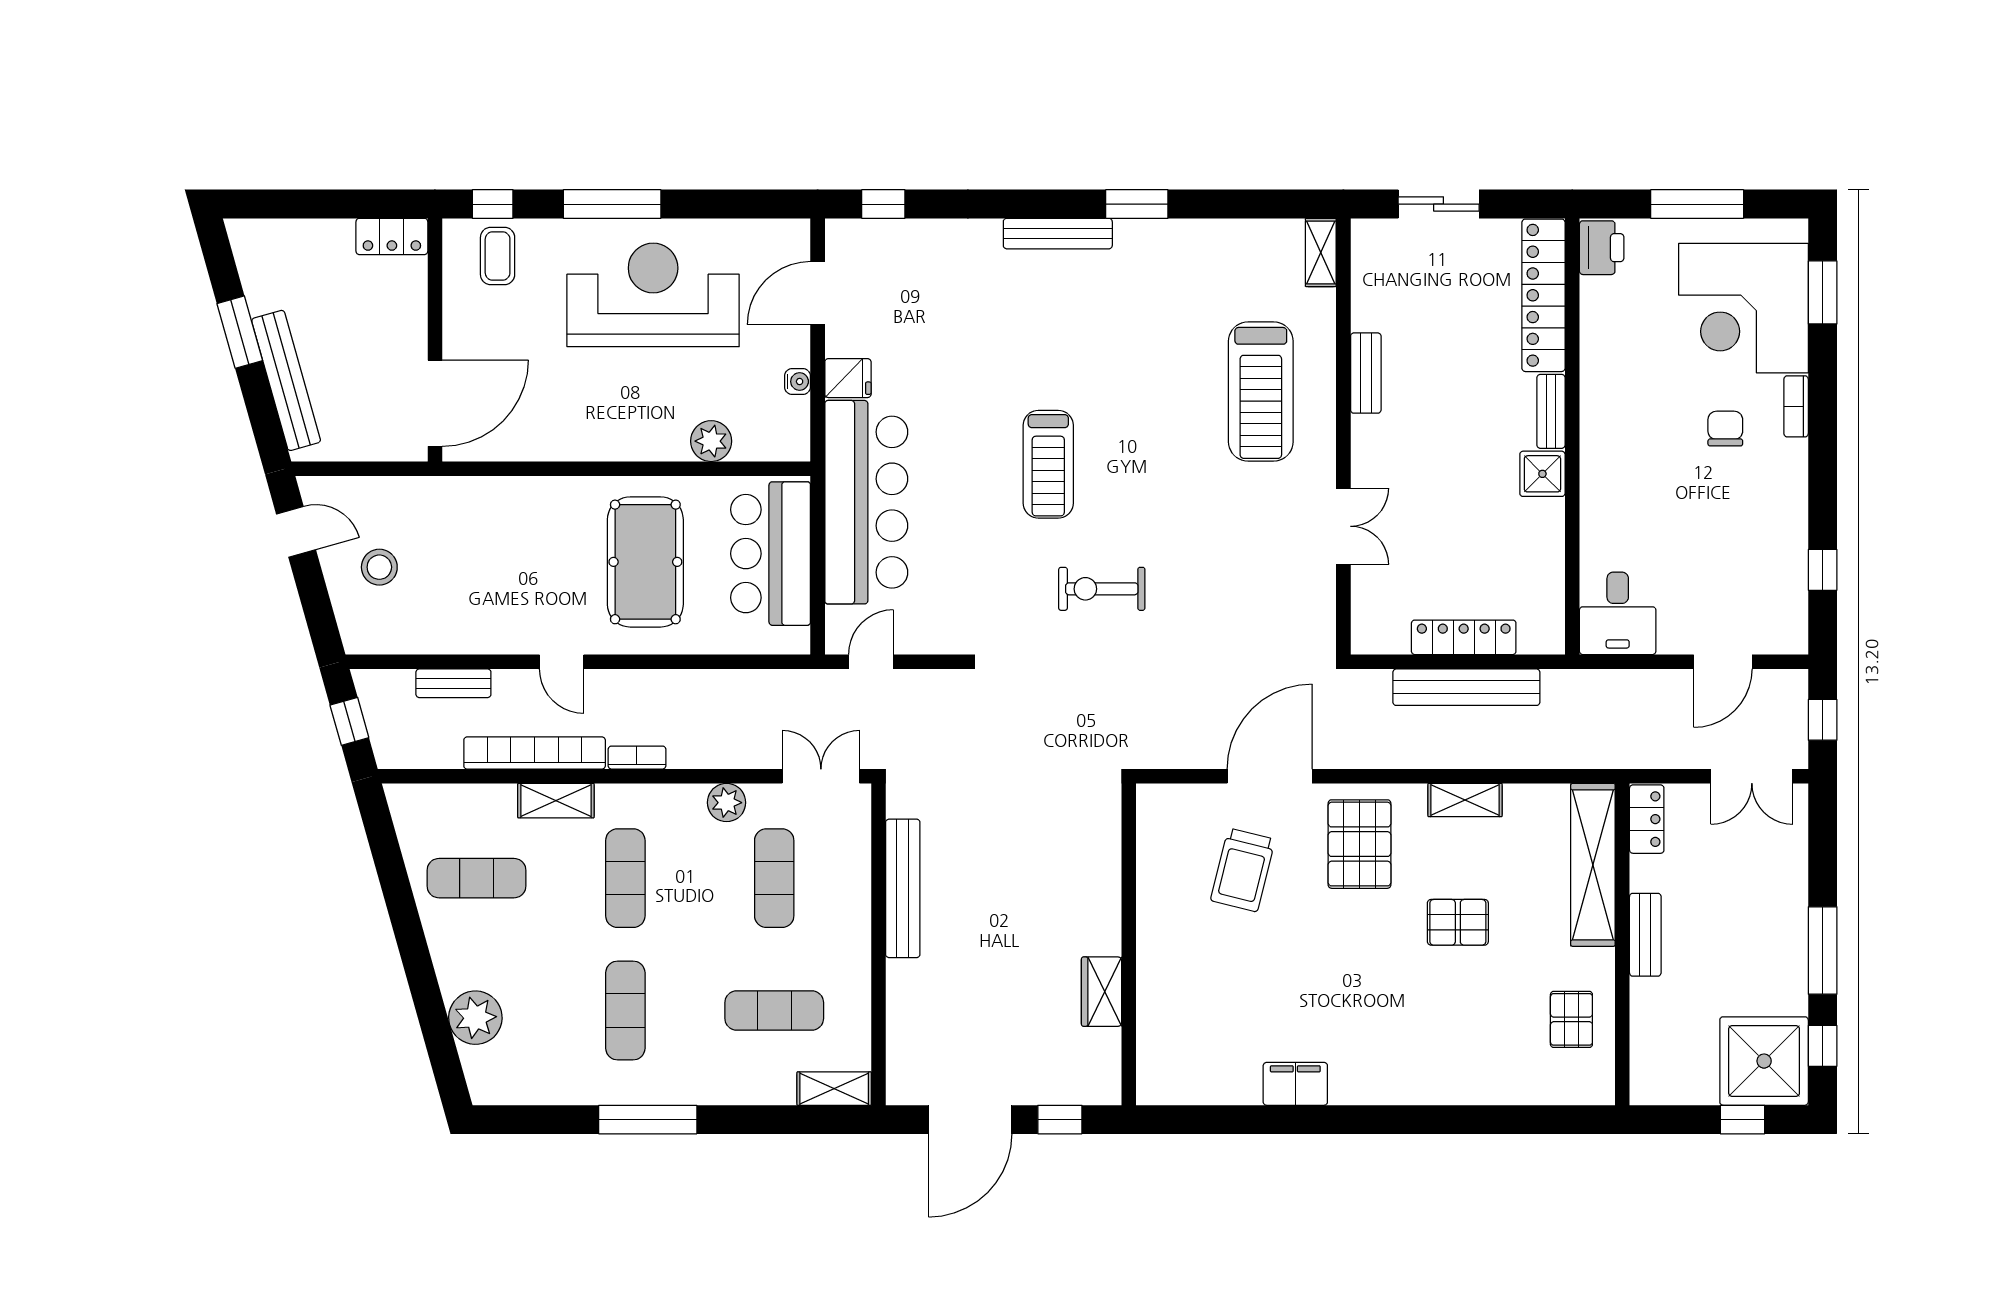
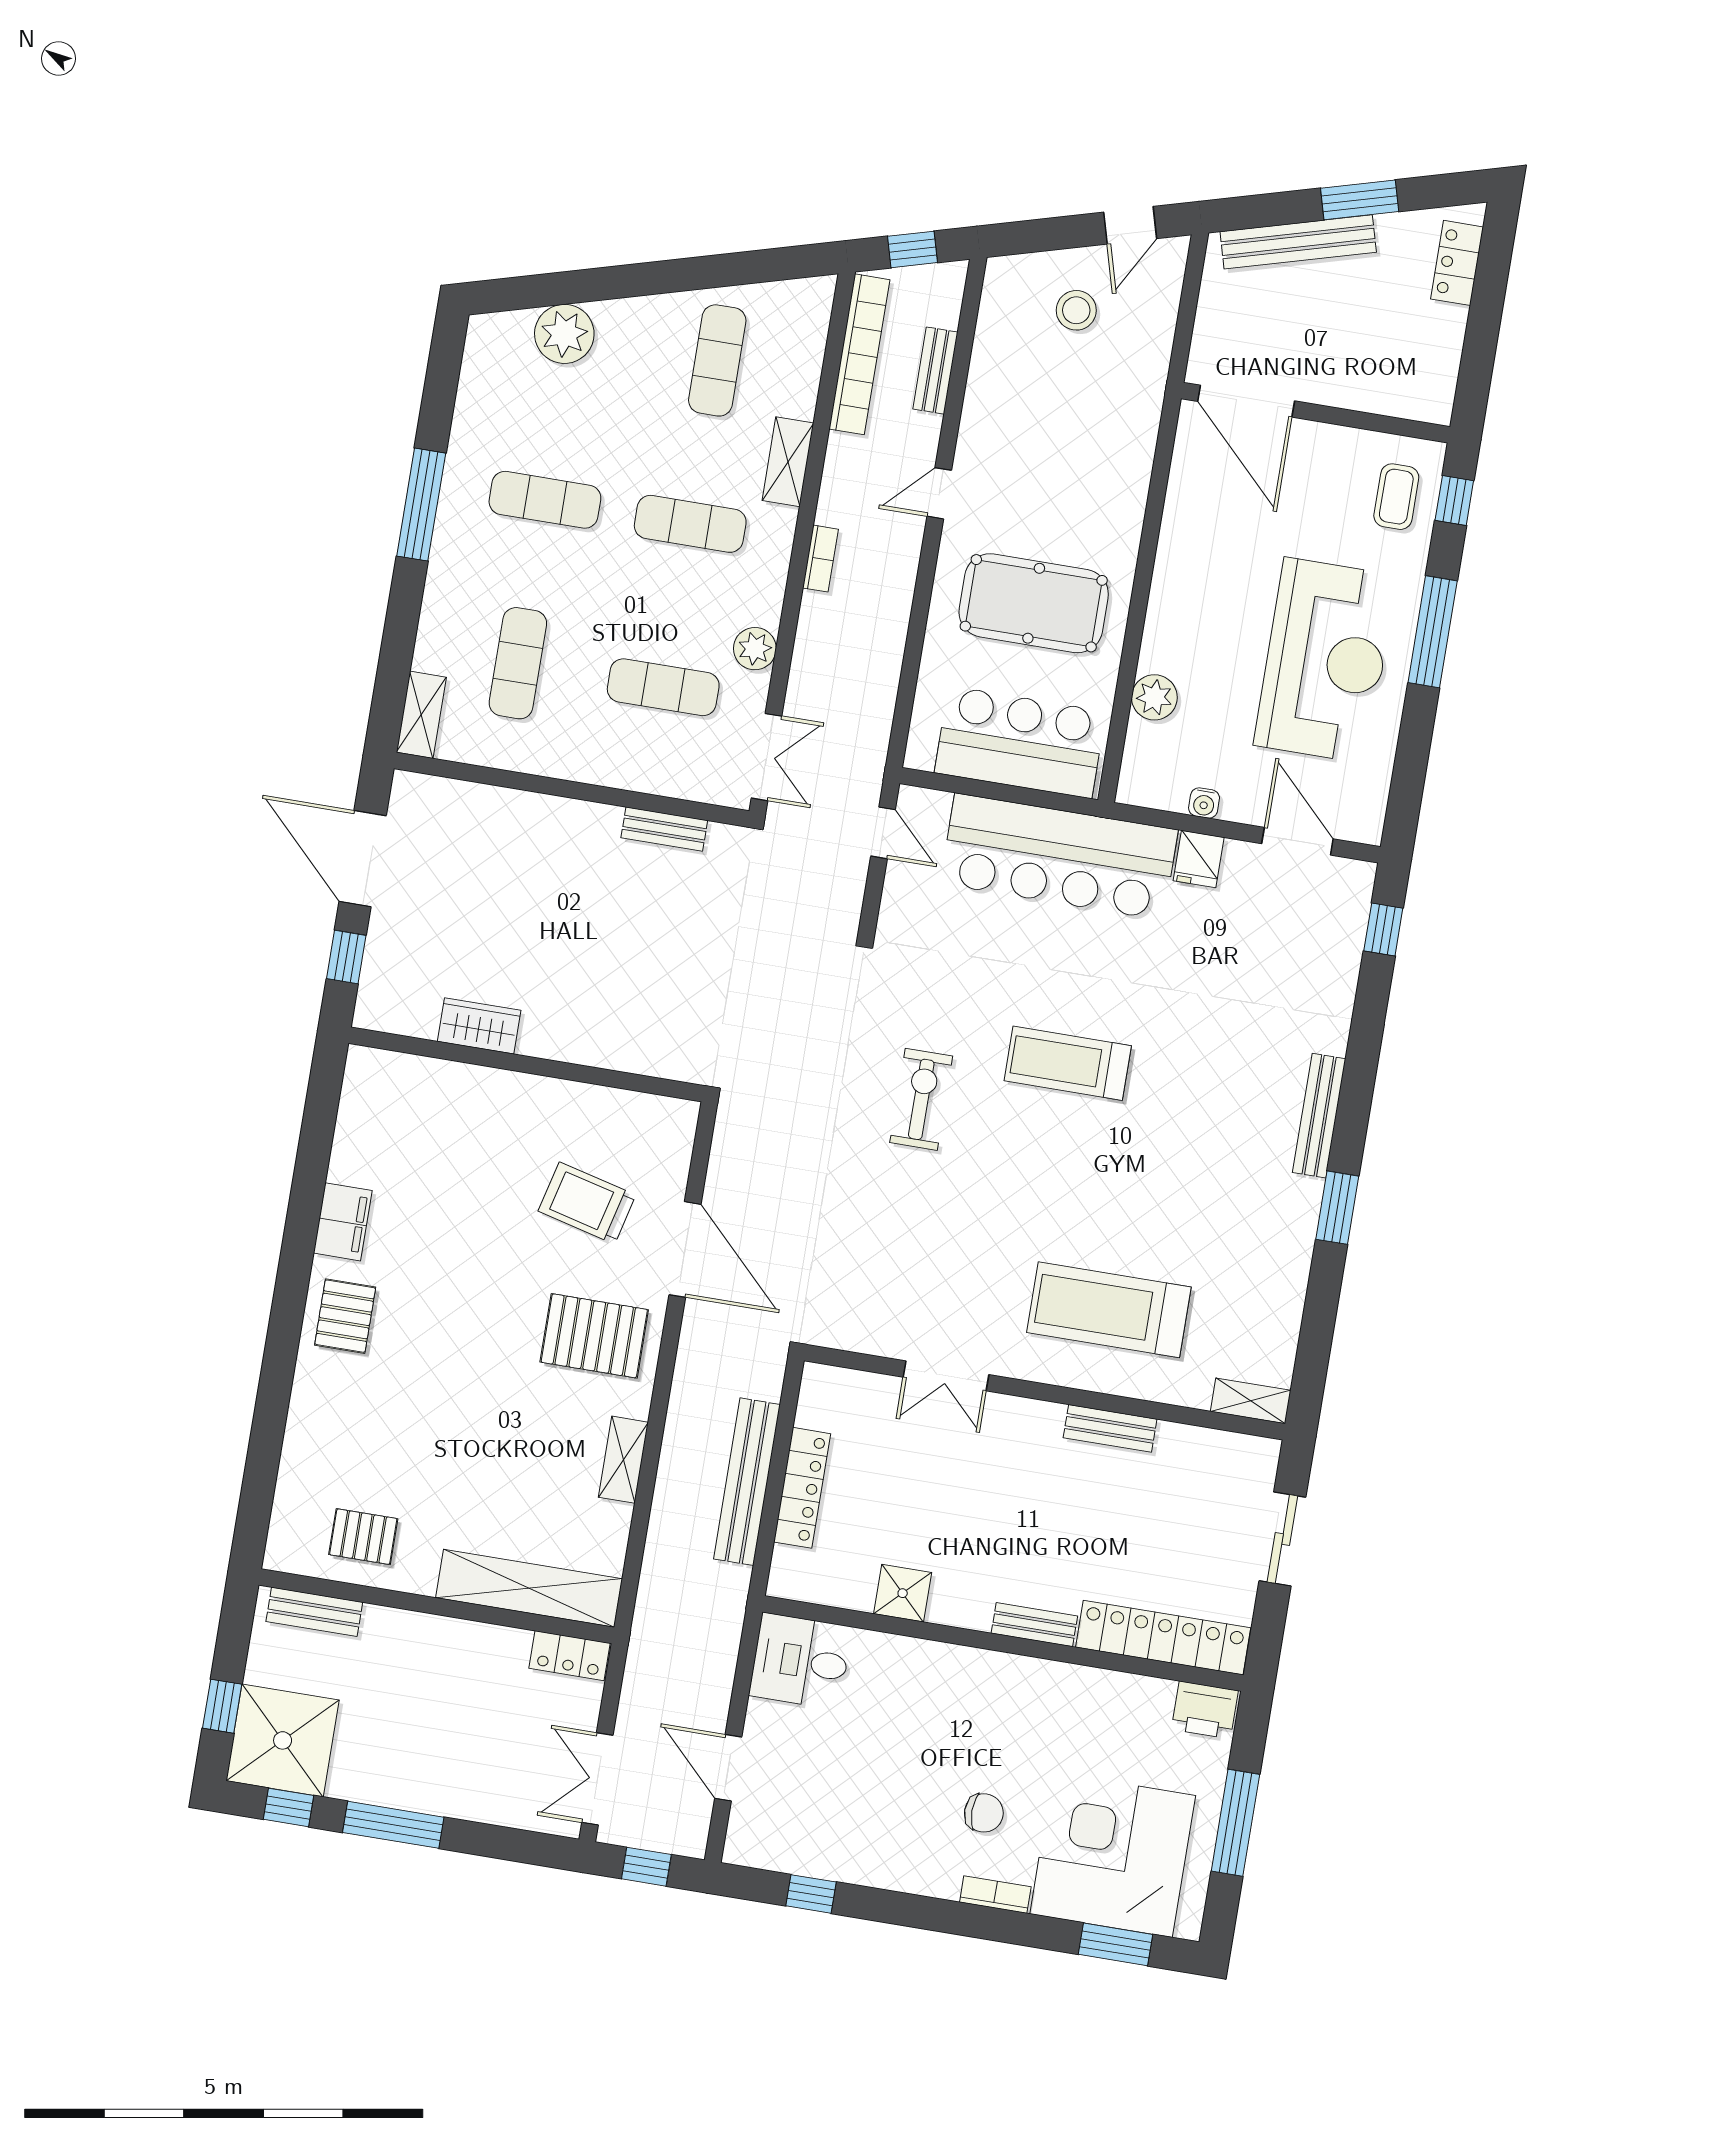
locker: (392, 236) -> (1457, 263), moved
coffee table: (498, 256) -> (1396, 497), turned 90
shower: (1542, 474) -> (903, 1593), moved
bookcase: (535, 753) -> (859, 354), moved
bench: (903, 888) -> (664, 829), width x0.54, depth x0.82
pallet: (1458, 922) -> (345, 1316), moved
bench: (1645, 935) -> (314, 1612), moved

